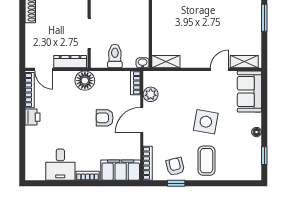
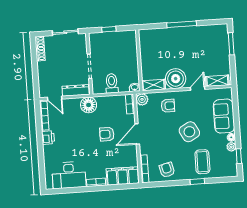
boiler: (193, 56) -> (176, 79), added
armchair: (182, 88) -> (168, 106), added
sofa: (249, 91) -> (224, 116), moved
plant: (151, 94) -> (142, 99), moved
side table: (206, 122) -> (189, 132), turned -38
plant: (256, 144) -> (231, 147), added
coffee table: (206, 161) -> (202, 162), moved
desk: (60, 165) -> (69, 175), width x1.37
window: (176, 183) -> (197, 182), moved

